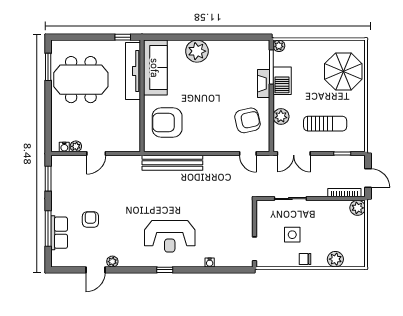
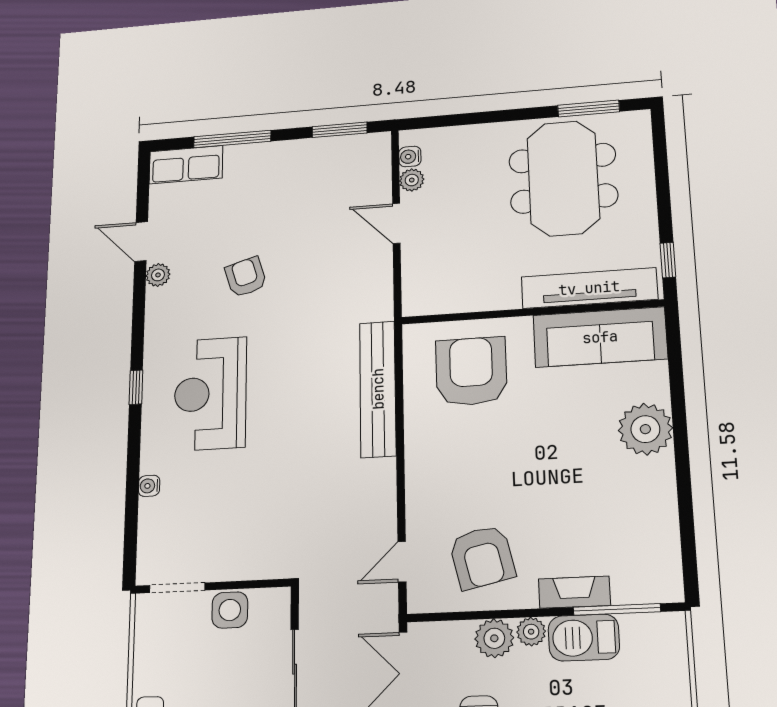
plant: (279, 46) -> (531, 632), moved
armchair: (90, 219) -> (246, 277), moved, turned -107
row of seats: (59, 233) -> (186, 165), moved
side table: (292, 235) -> (230, 610), moved

